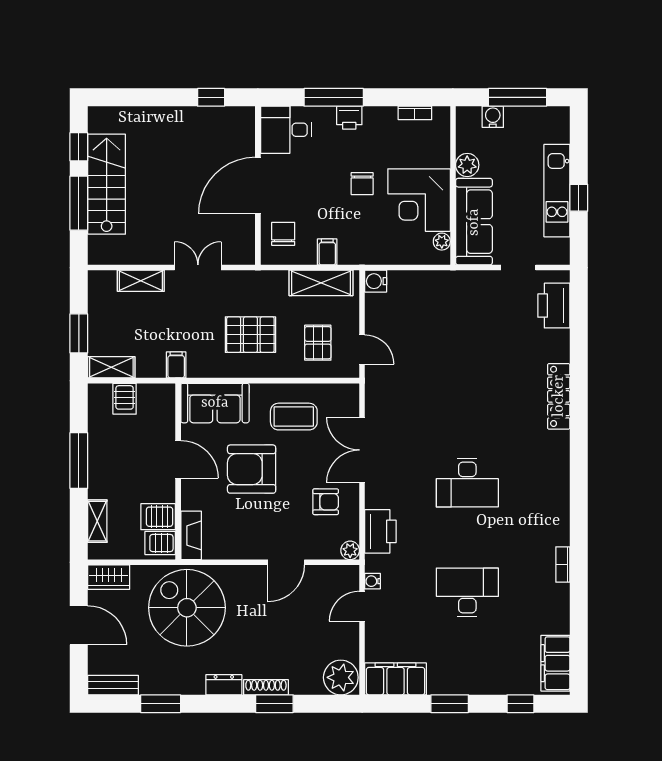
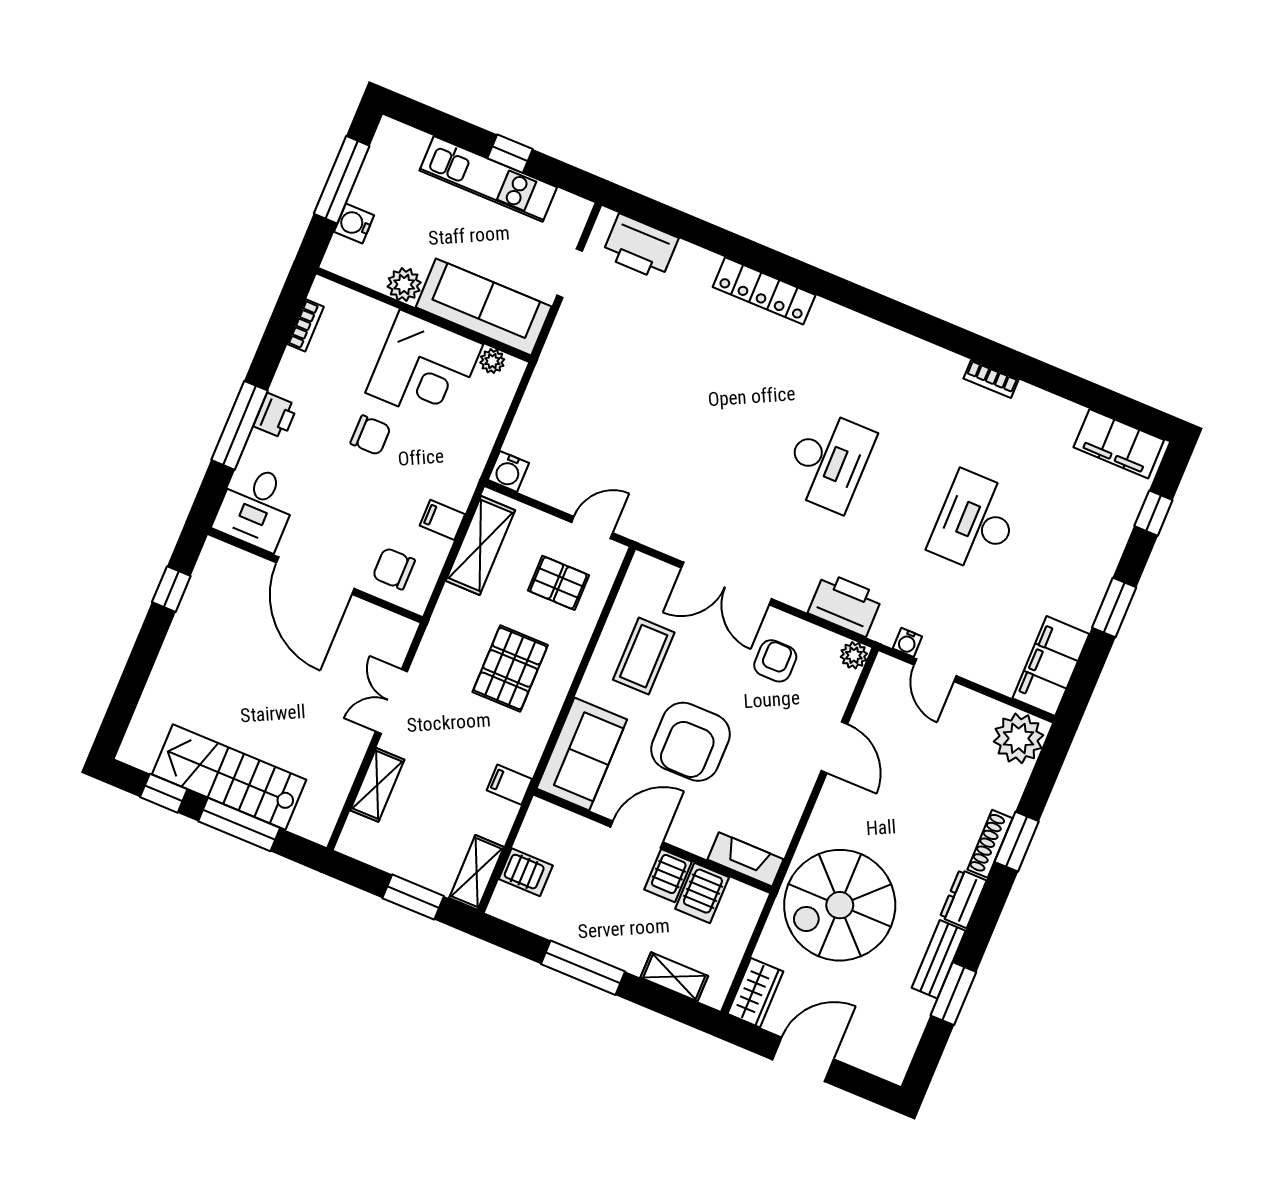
server rack: (160, 543) -> (668, 876), moved
bench: (113, 685) -> (939, 959), moved

